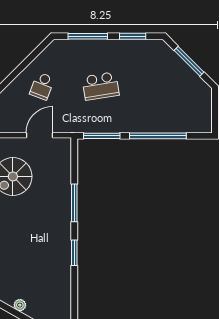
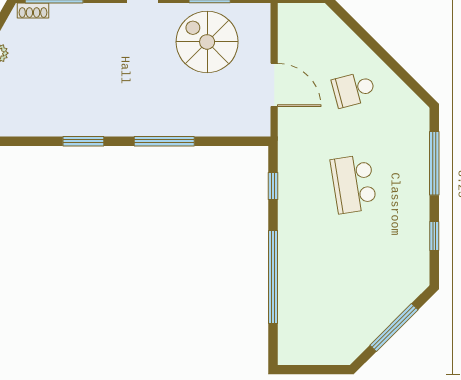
window: (133, 36) -> (434, 236), width x0.67
school desk: (42, 86) -> (354, 89), turned -36
window: (102, 136) -> (273, 186), width x0.46

